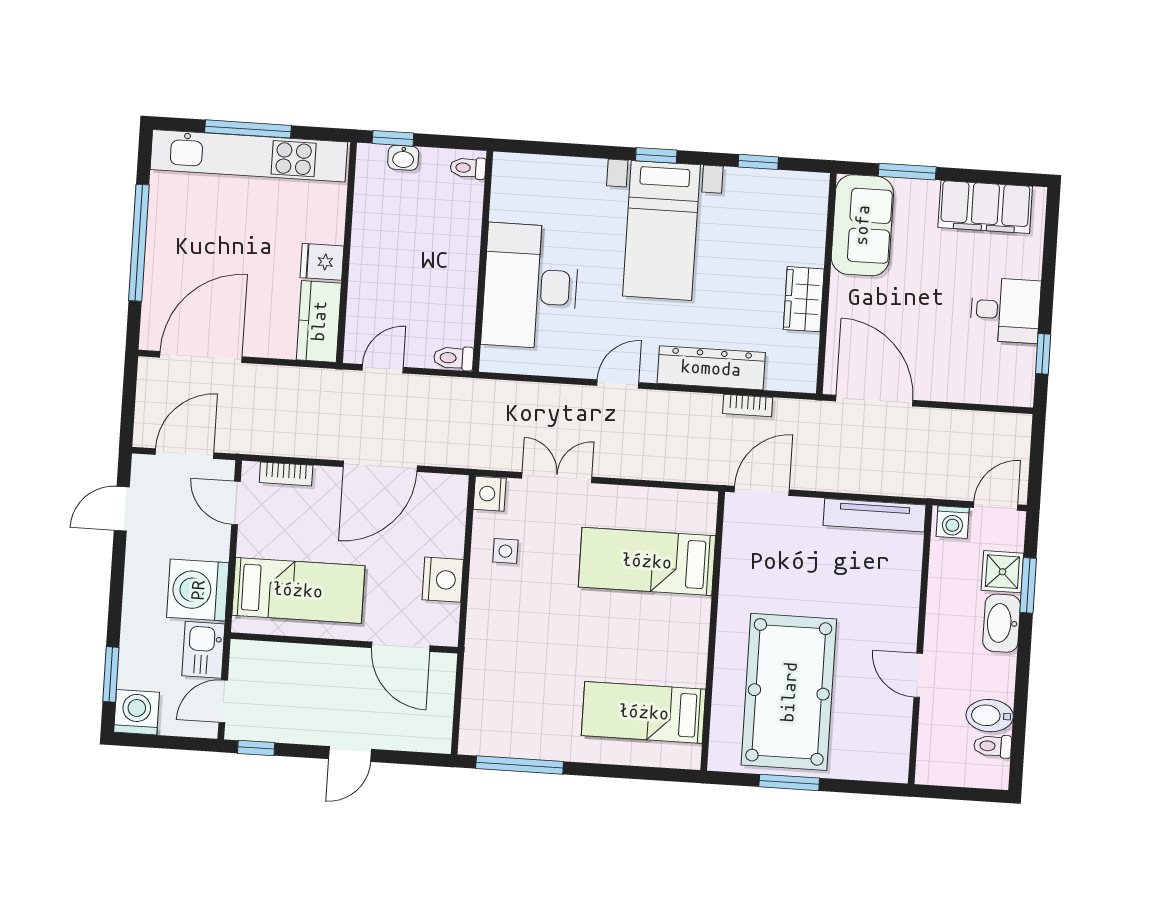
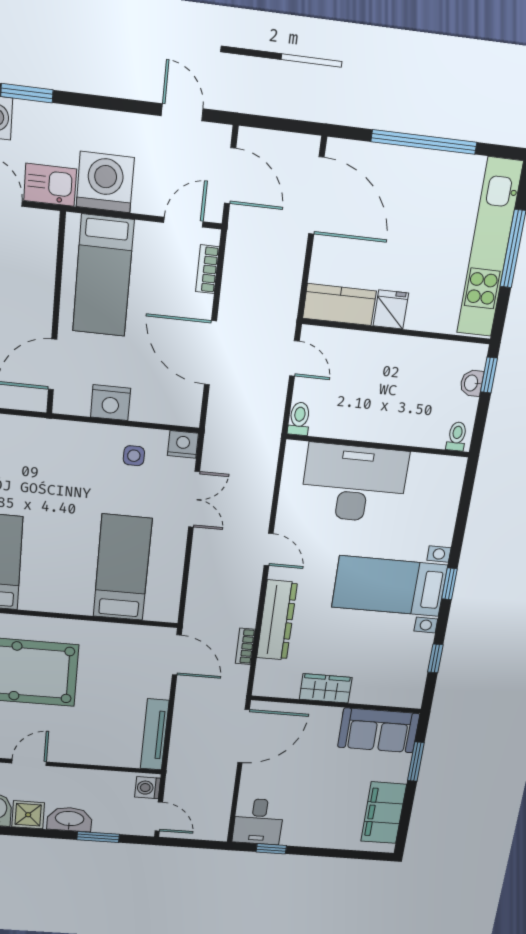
desk: (1005, 310) -> (258, 822), moved
shower: (1002, 572) -> (28, 815), moved

